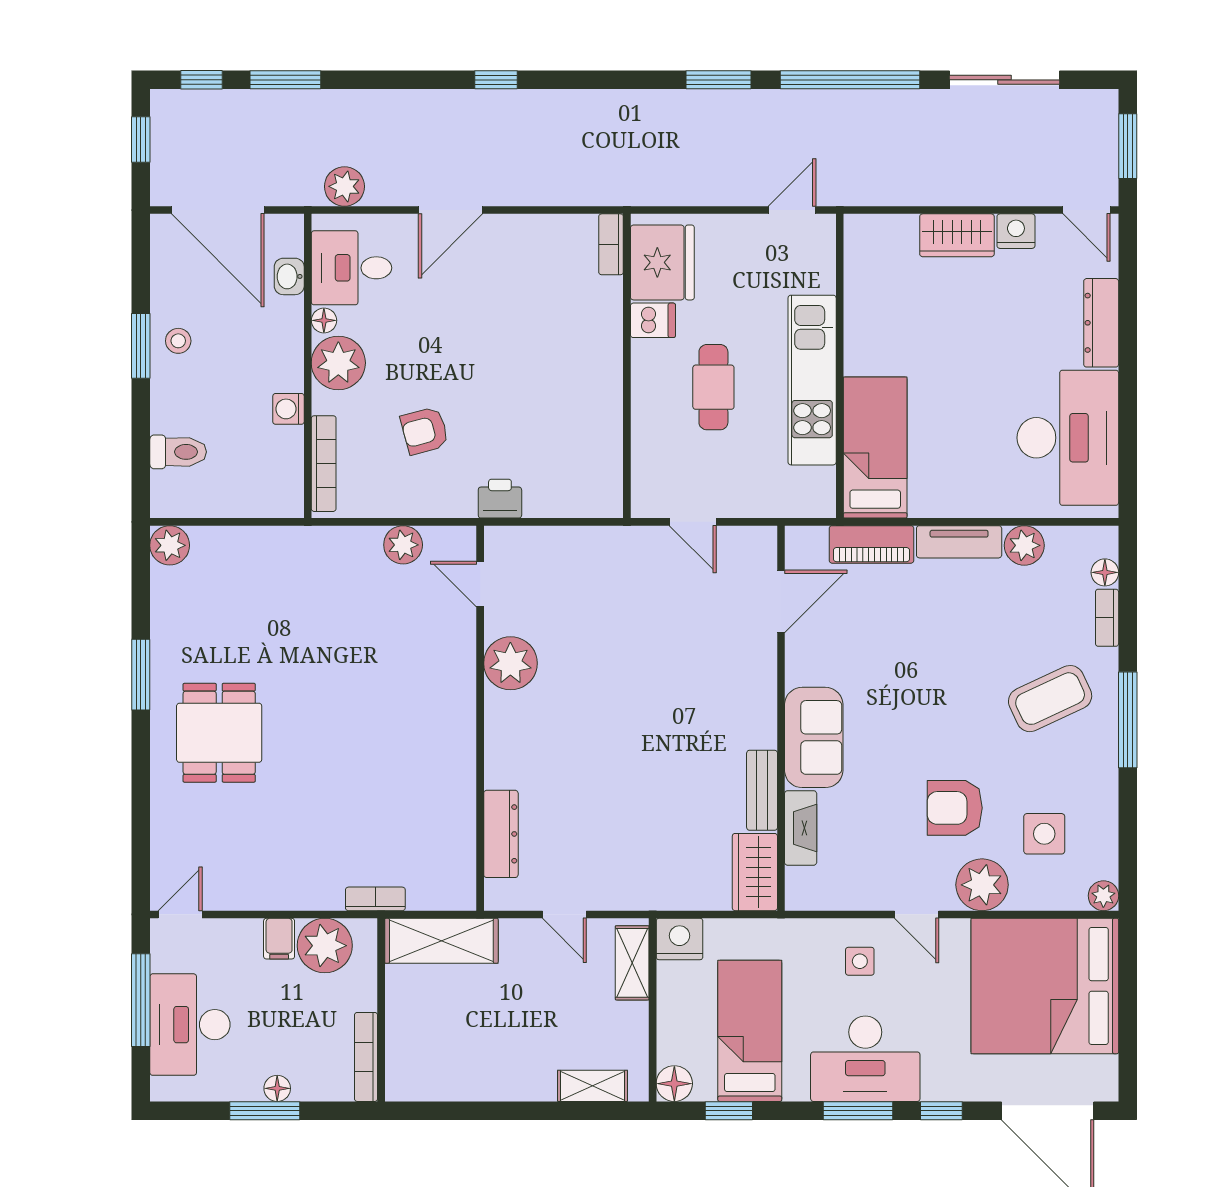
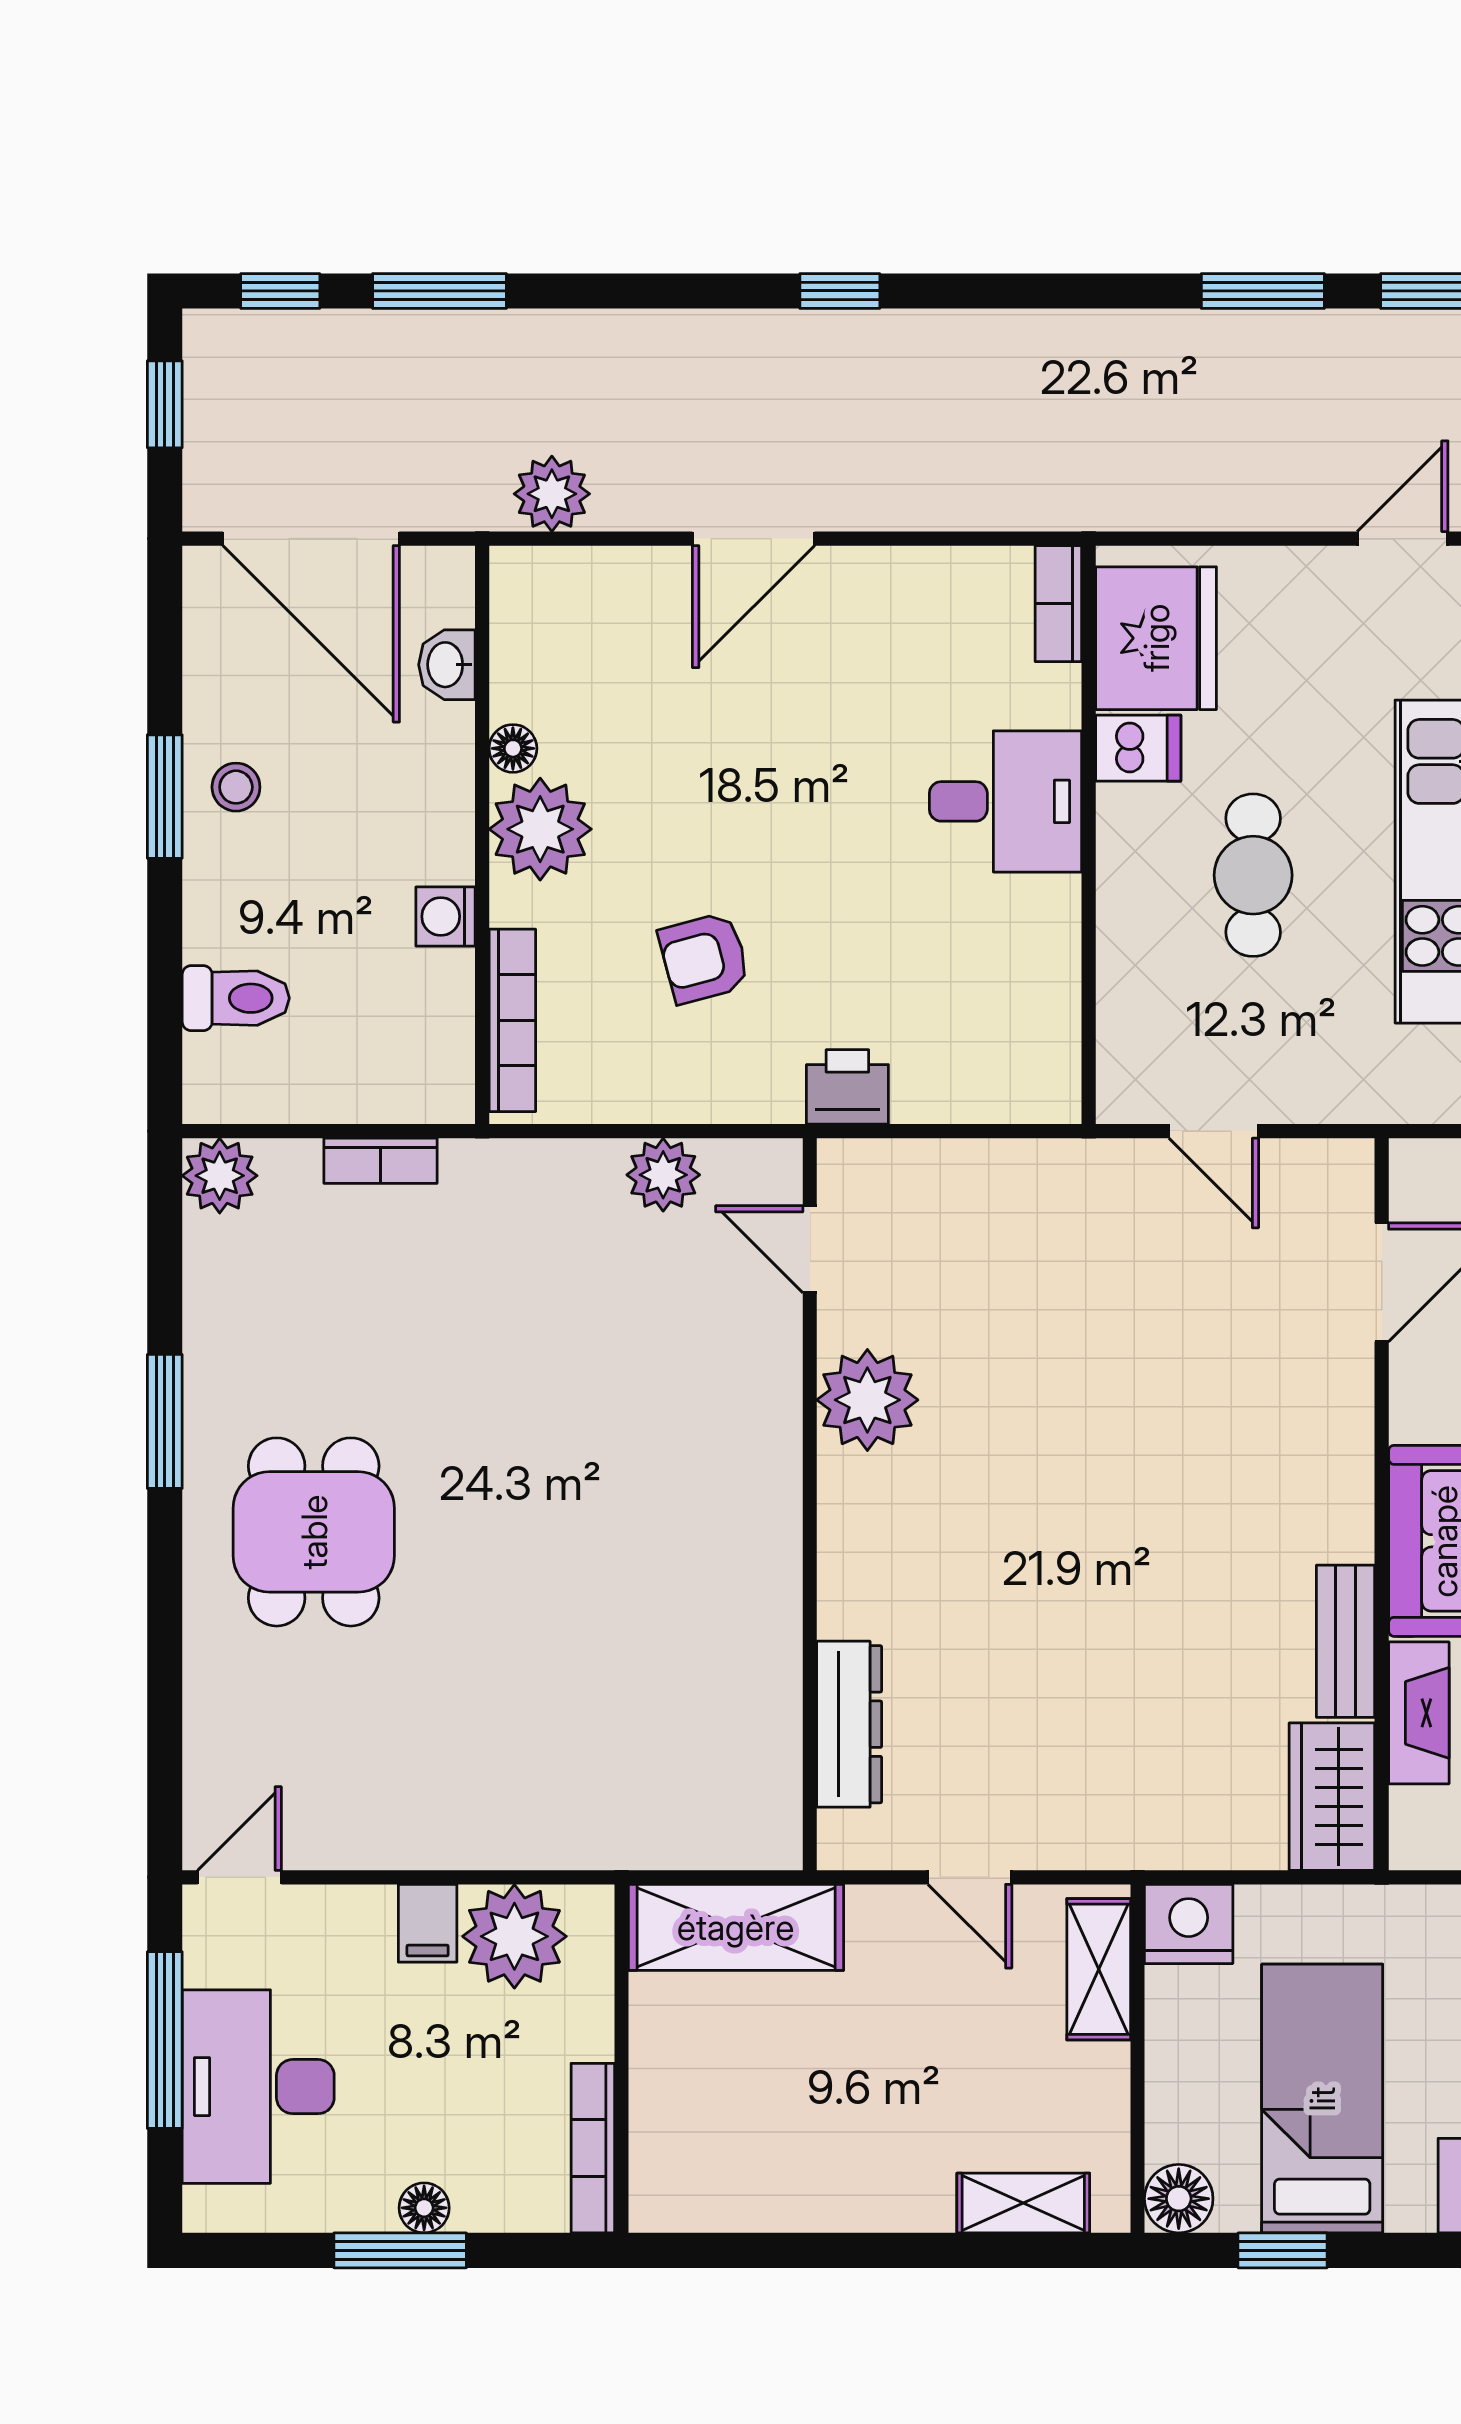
desk: (351, 268) -> (1006, 801), moved, turned 180
bookcase: (375, 899) -> (381, 1161), moved, turned 180

